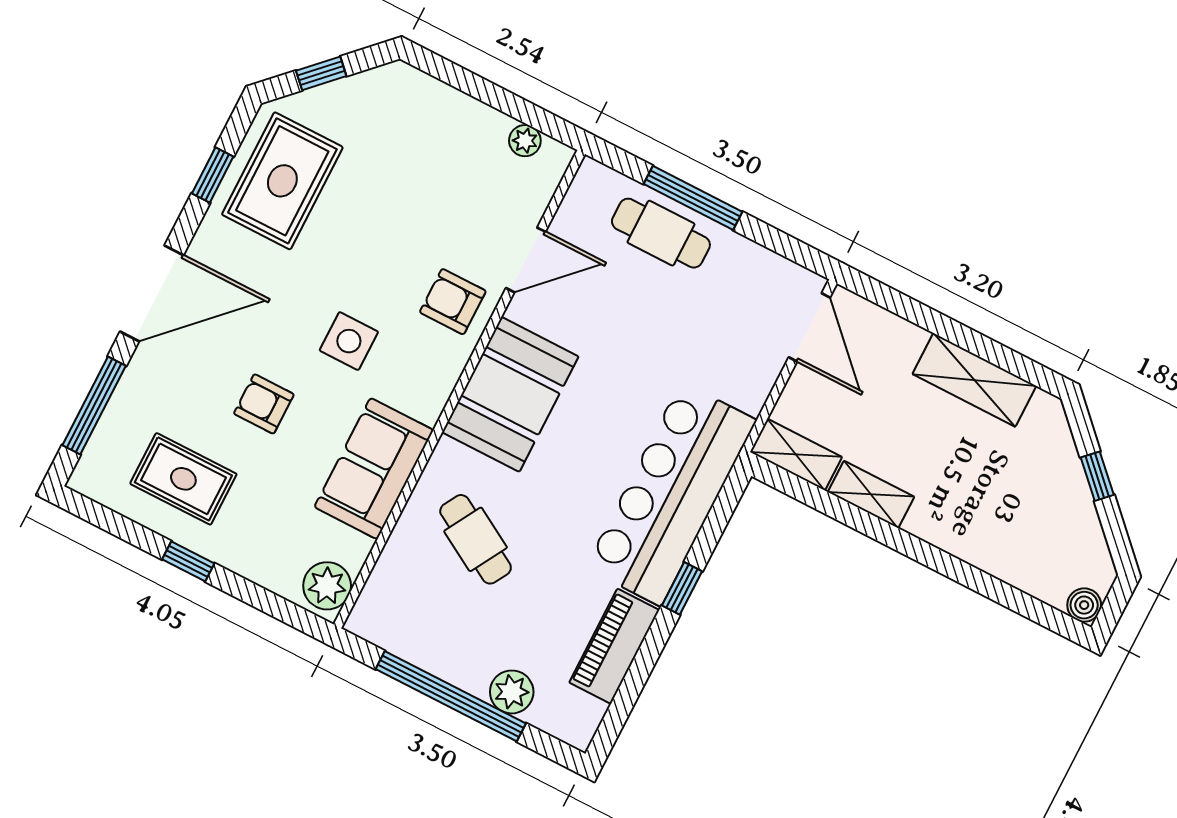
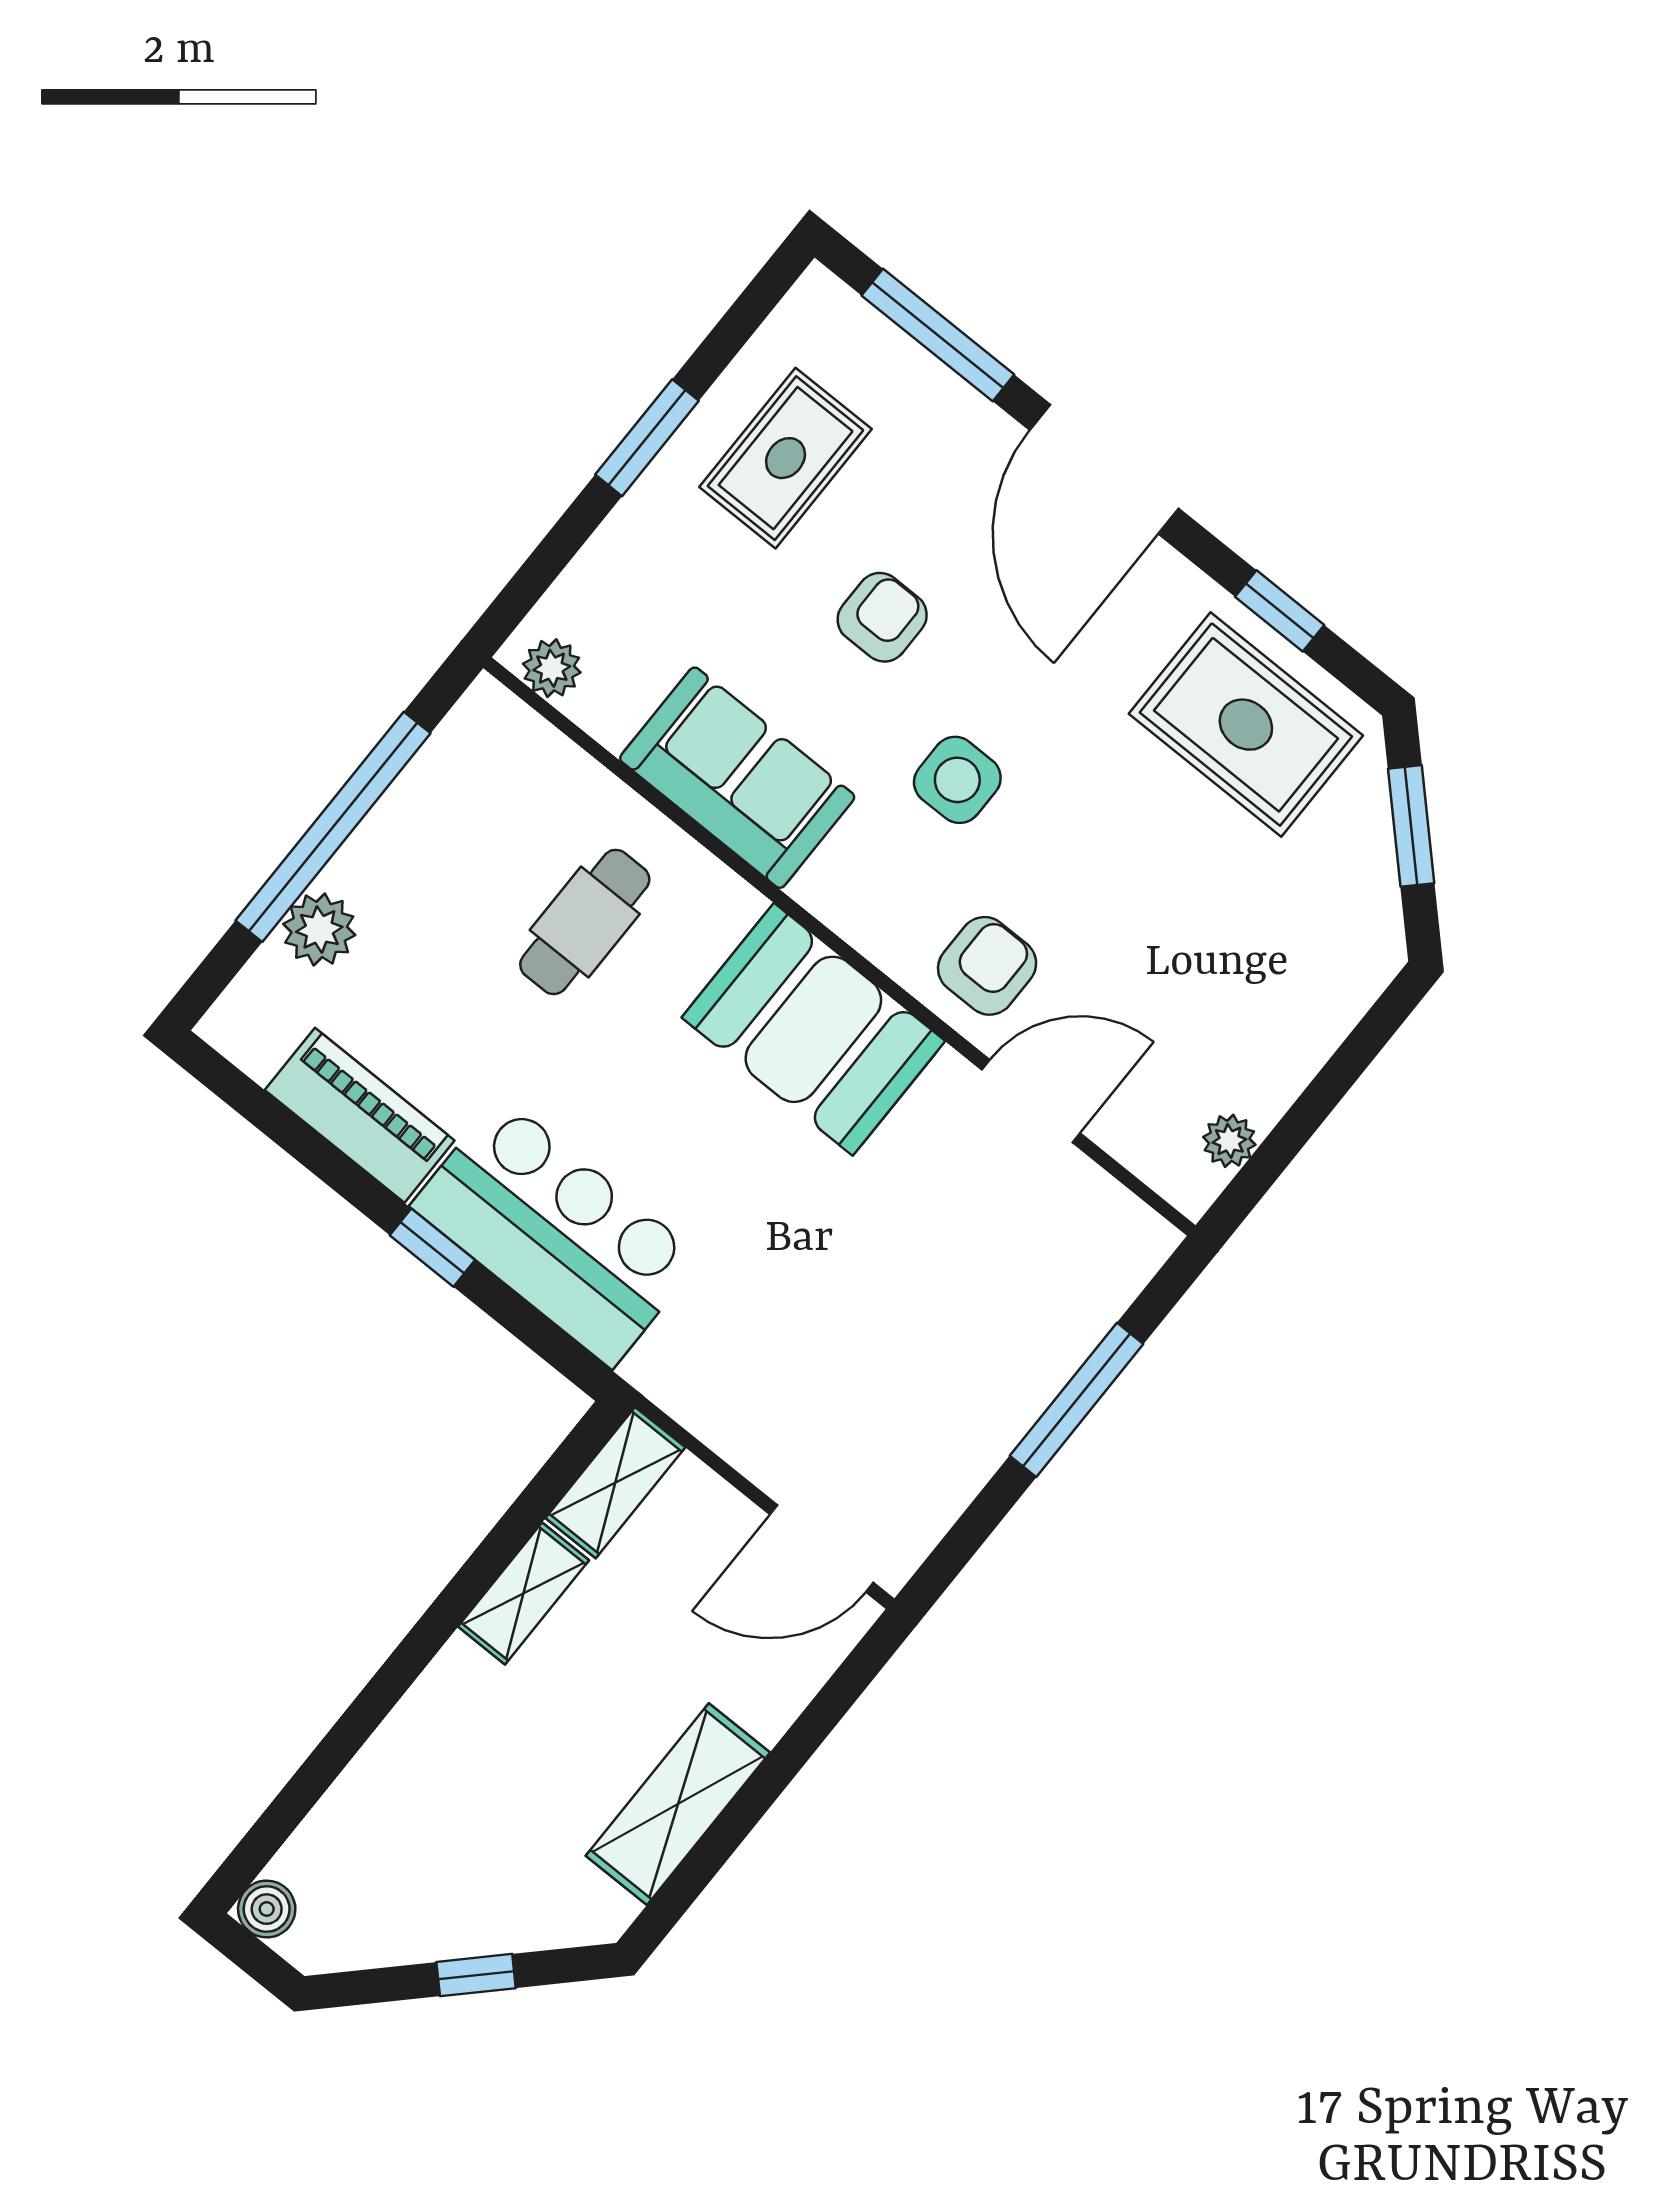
window: (321, 73) -> (1411, 826), width x1.50
cafe table: (661, 233) -> (1029, 1335), removed
door: (526, 260) -> (1031, 1101), swing flipped
bar counter: (671, 494) -> (556, 1232), width x0.73
cafe table: (476, 539) -> (585, 922), turned -30
window: (188, 561) -> (647, 438), width x1.50
plant: (327, 586) -> (552, 668), width x0.73, depth x0.73

